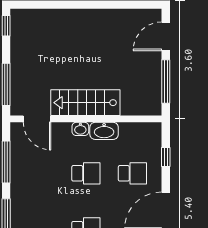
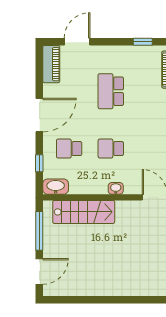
stairs: (85, 103) -> (84, 212), moved
washbasin: (104, 131) -> (56, 187), moved

